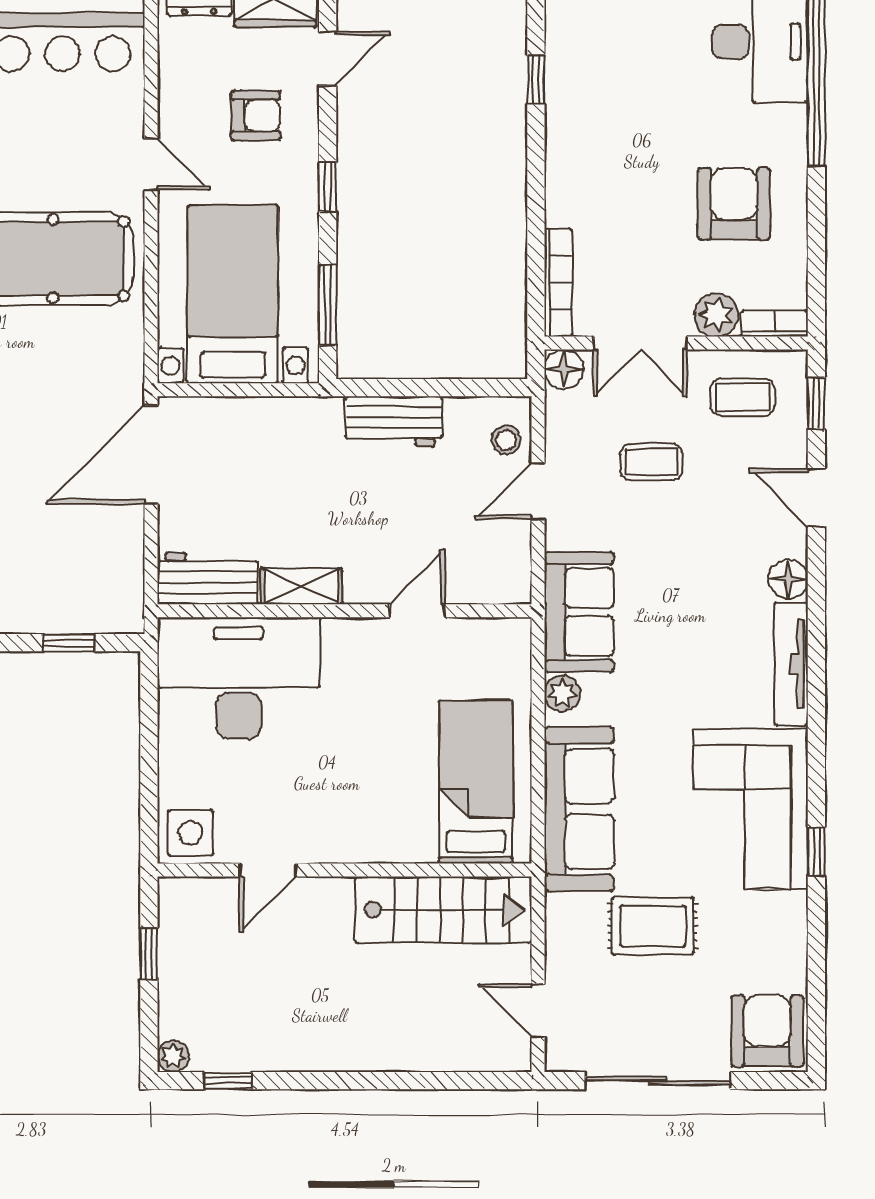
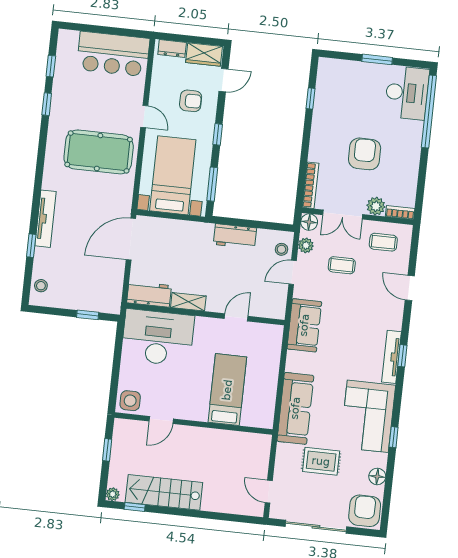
armchair: (734, 204) -> (365, 154), moved
window: (816, 404) -> (402, 356), moved
floor lamp: (788, 579) -> (377, 476), moved
plant: (562, 693) -> (306, 245), moved
bed: (476, 782) -> (227, 390), moved
stairs: (443, 910) -> (164, 492), moved, turned 180

